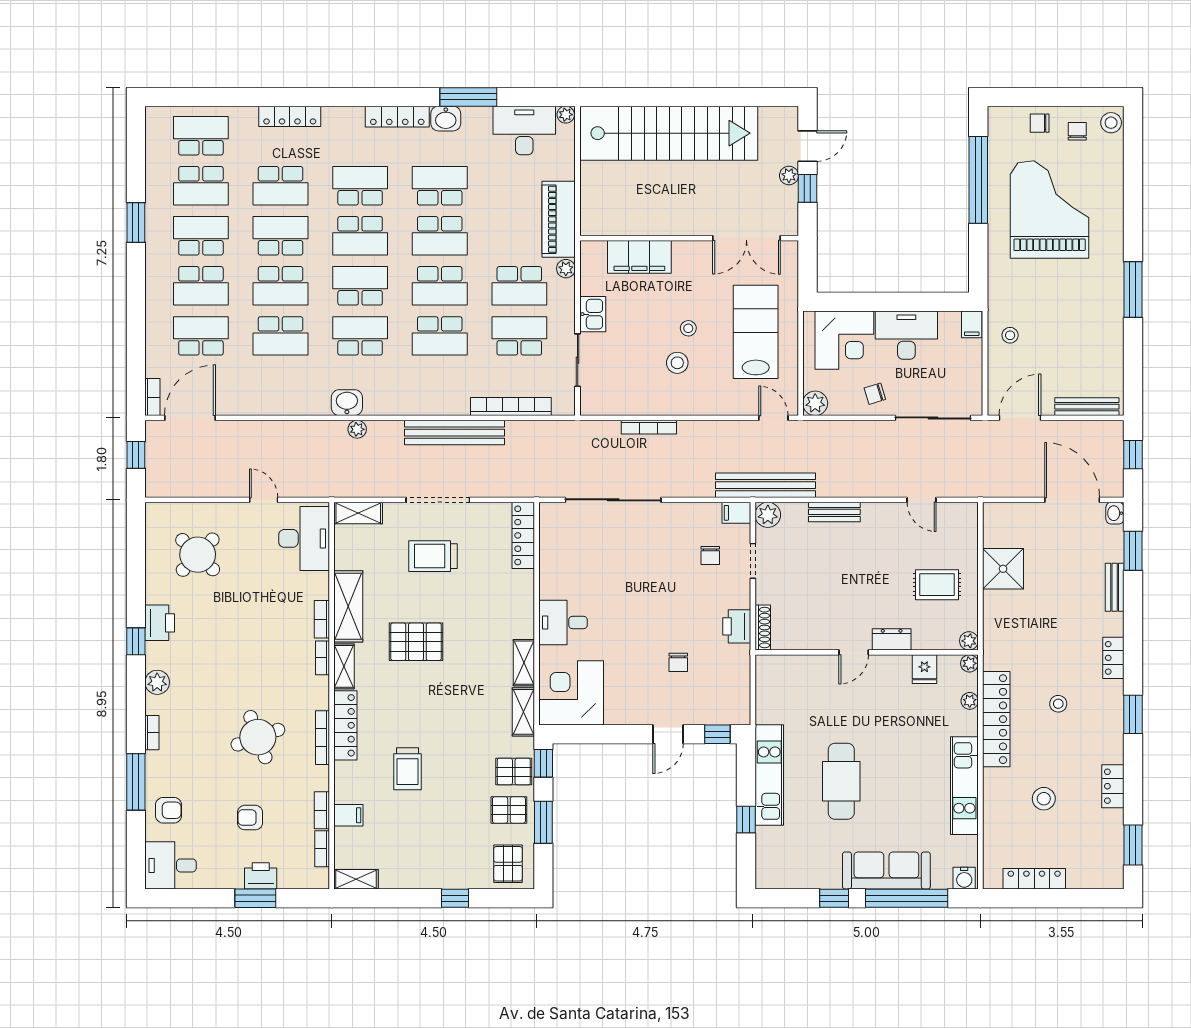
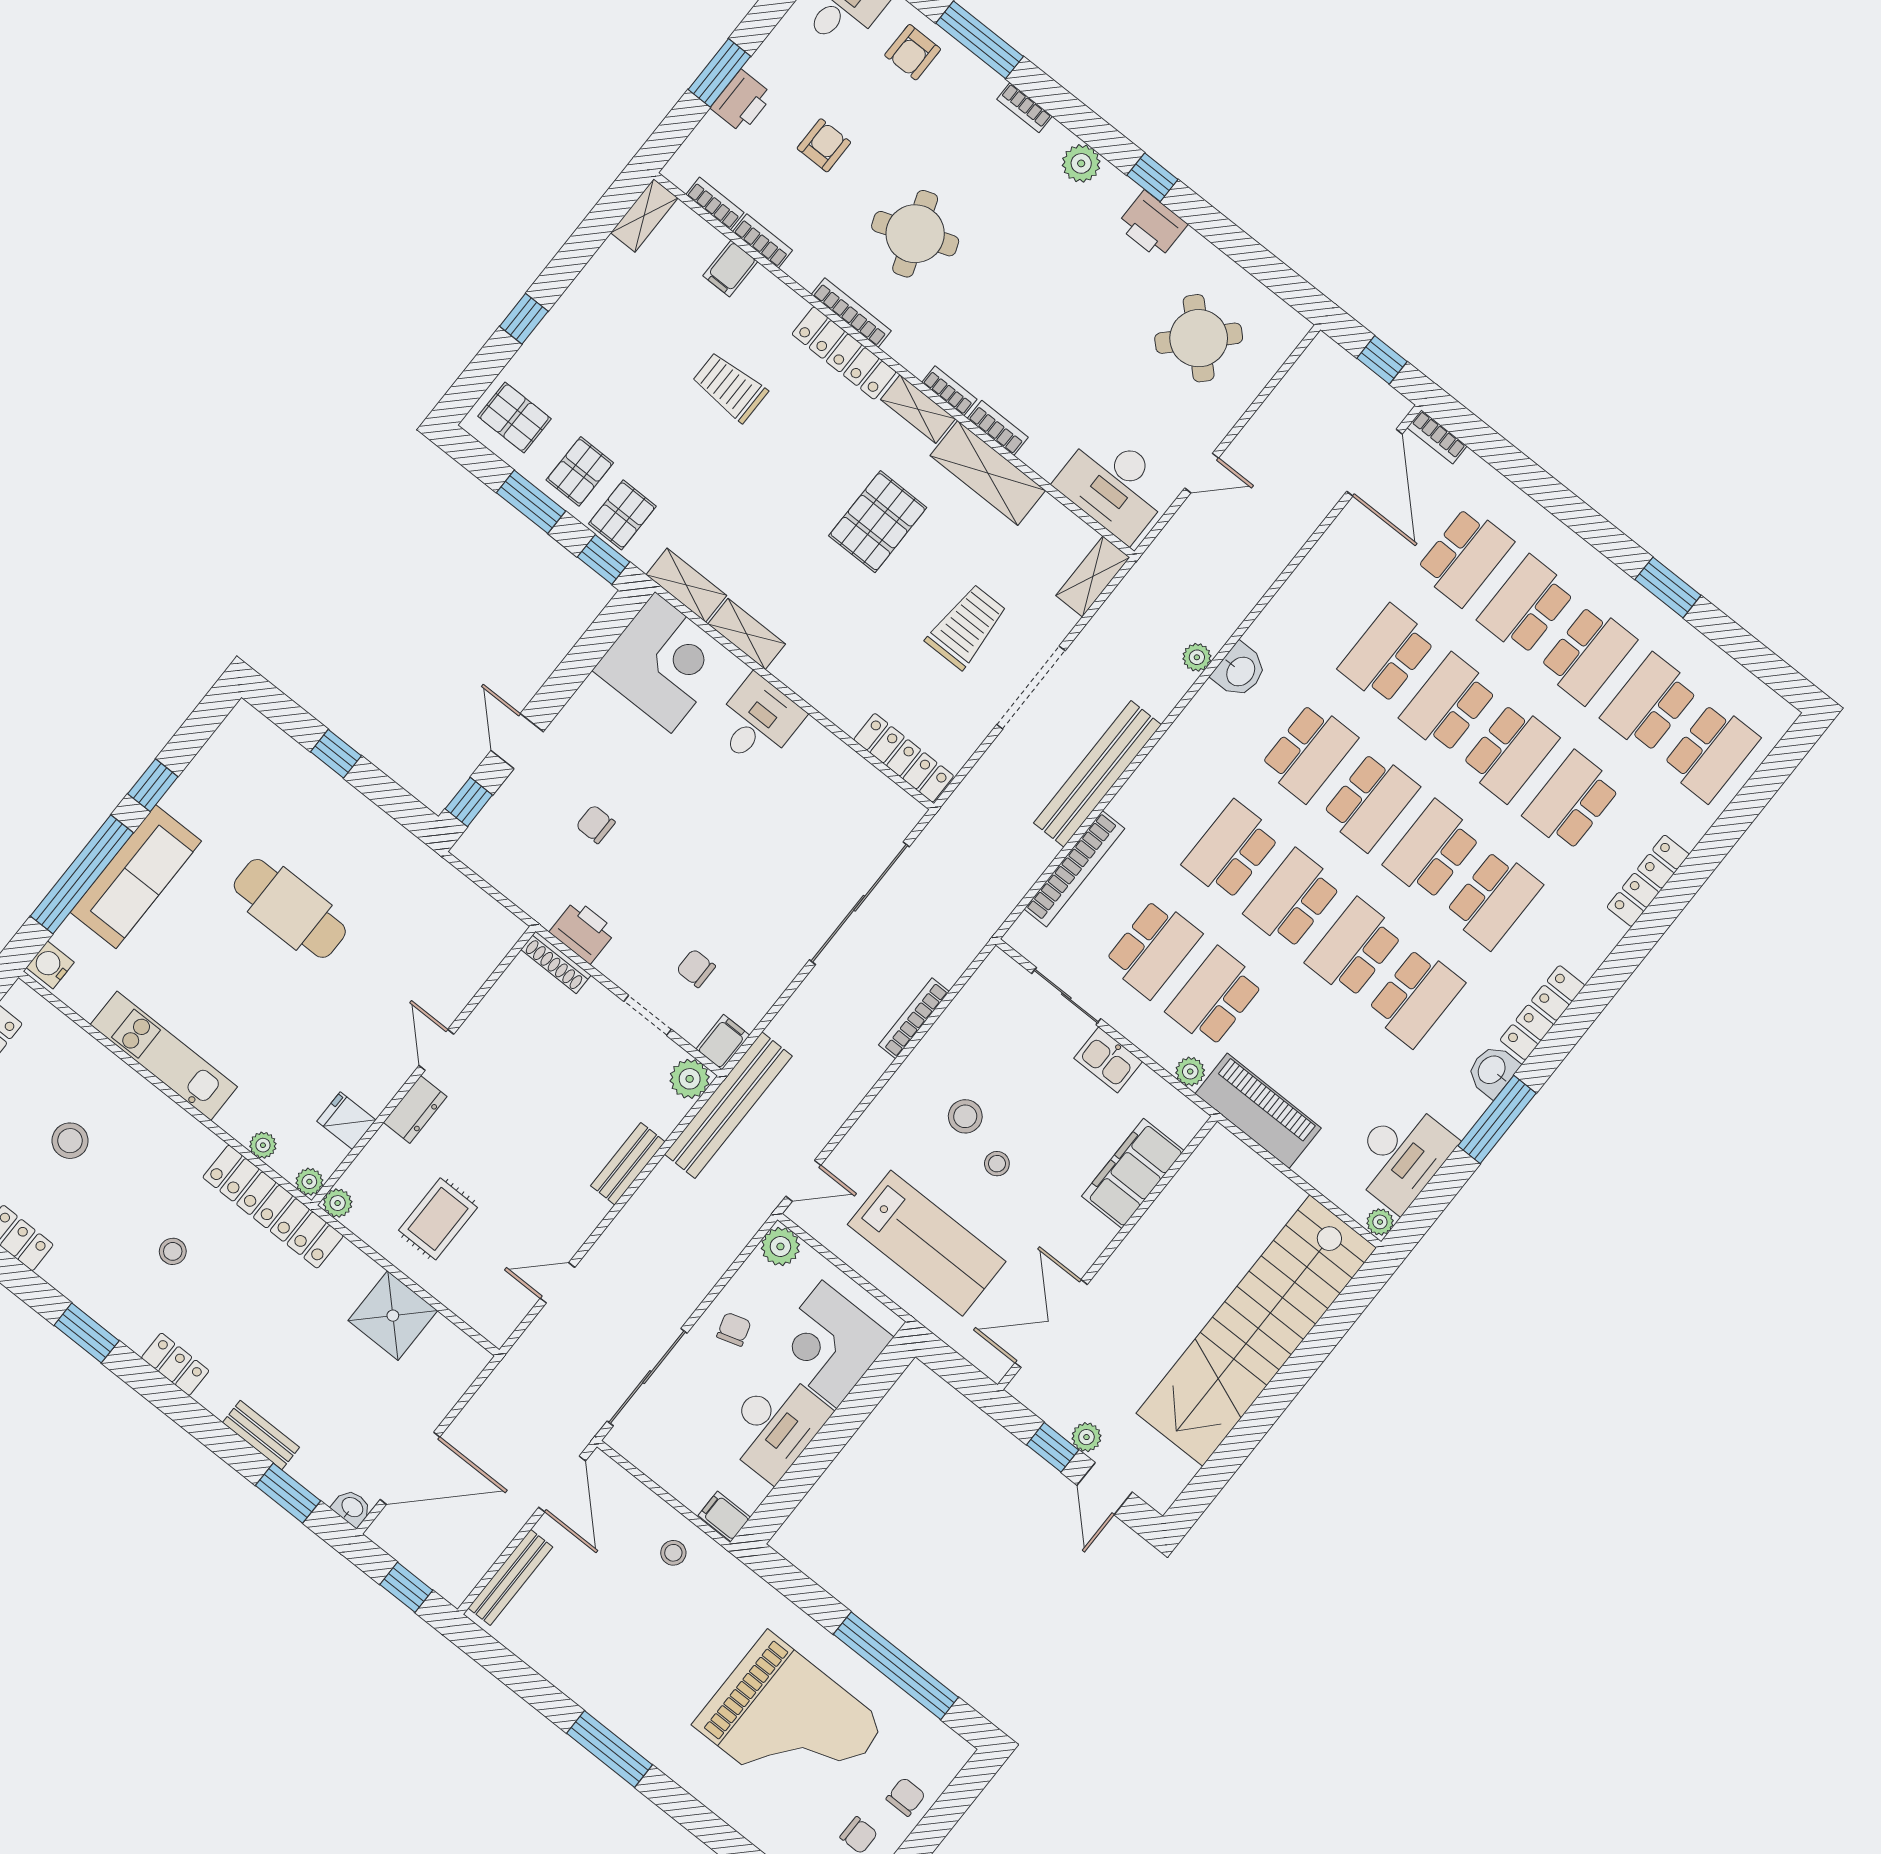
locker: (996, 719) -> (273, 1207), moved
kitchen unit: (769, 775) -> (368, 826), removed

